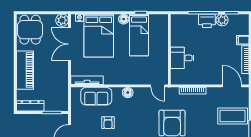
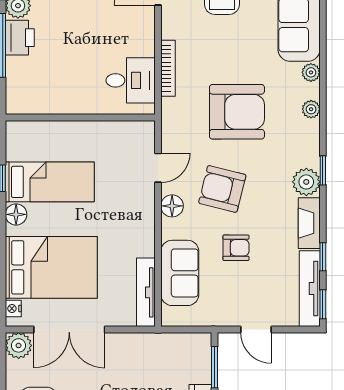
desk: (182, 58) -> (131, 80), moved, turned -90
door: (158, 86) -> (158, 168), moved
armchair: (136, 116) -> (222, 189), added

